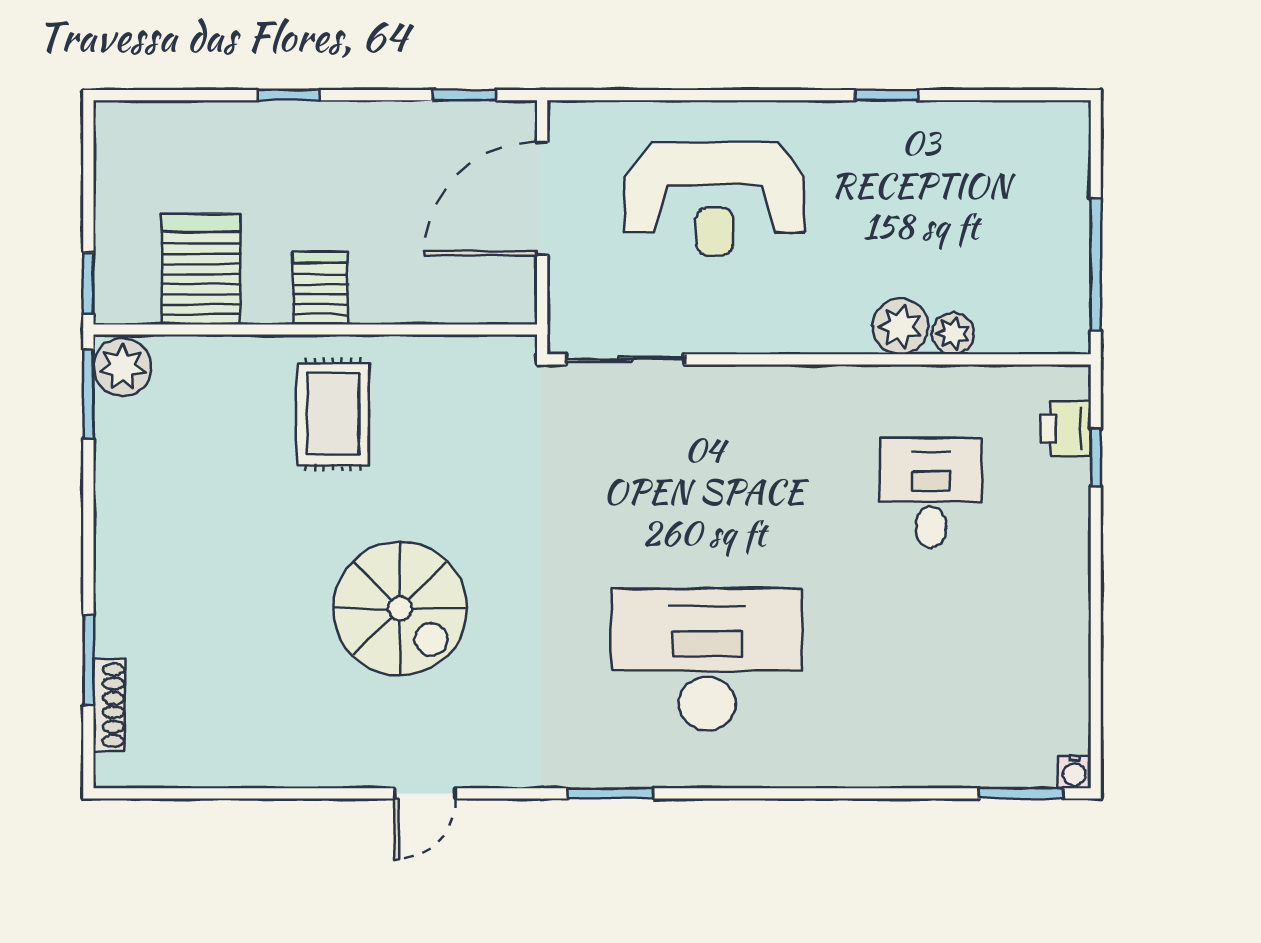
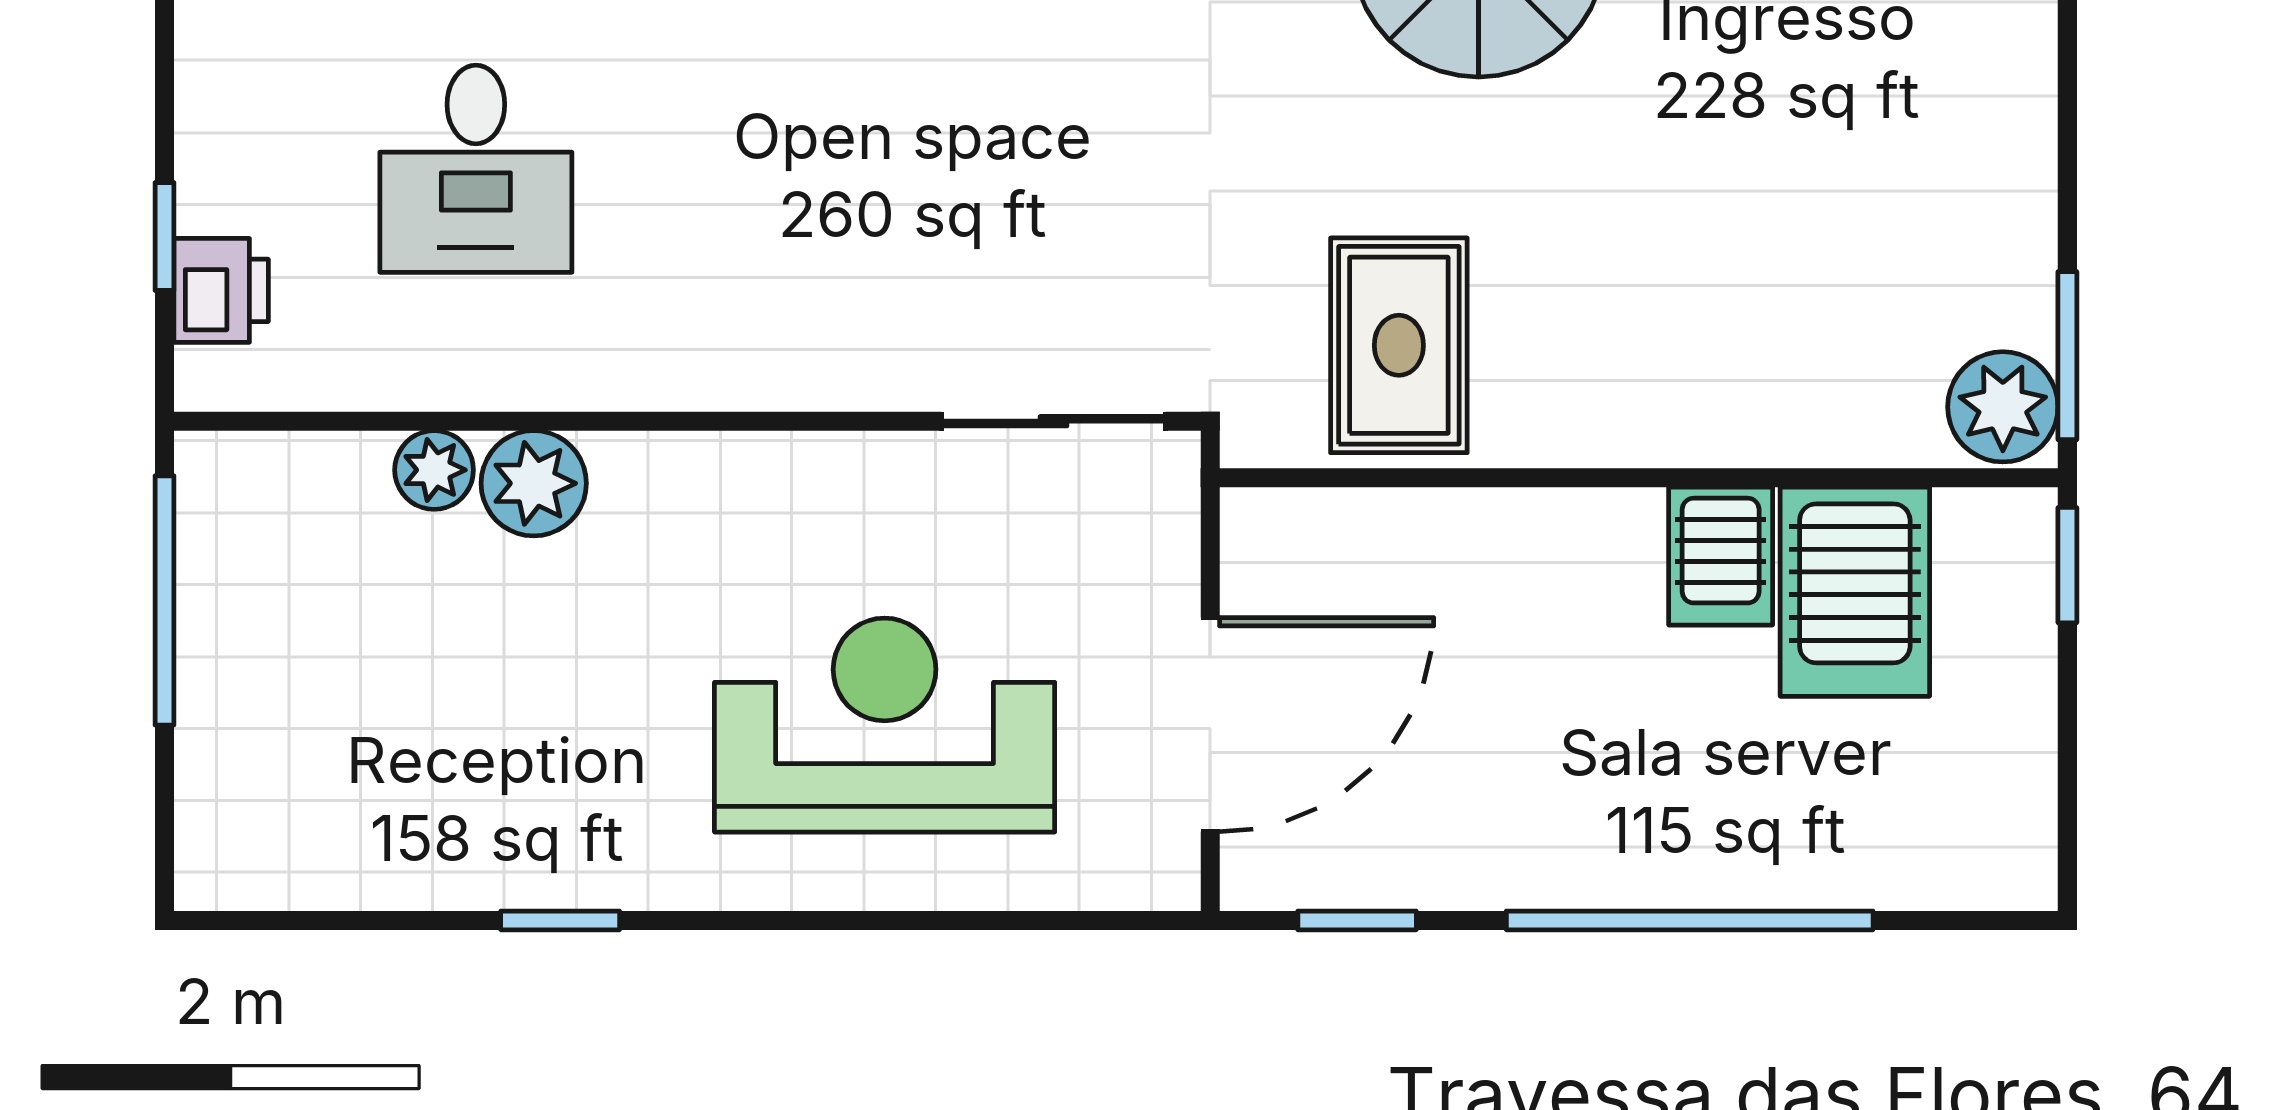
window: (288, 95) -> (1690, 920), width x3.17
server rack: (320, 288) -> (1721, 556), moved
rug: (333, 414) -> (1399, 345), moved

